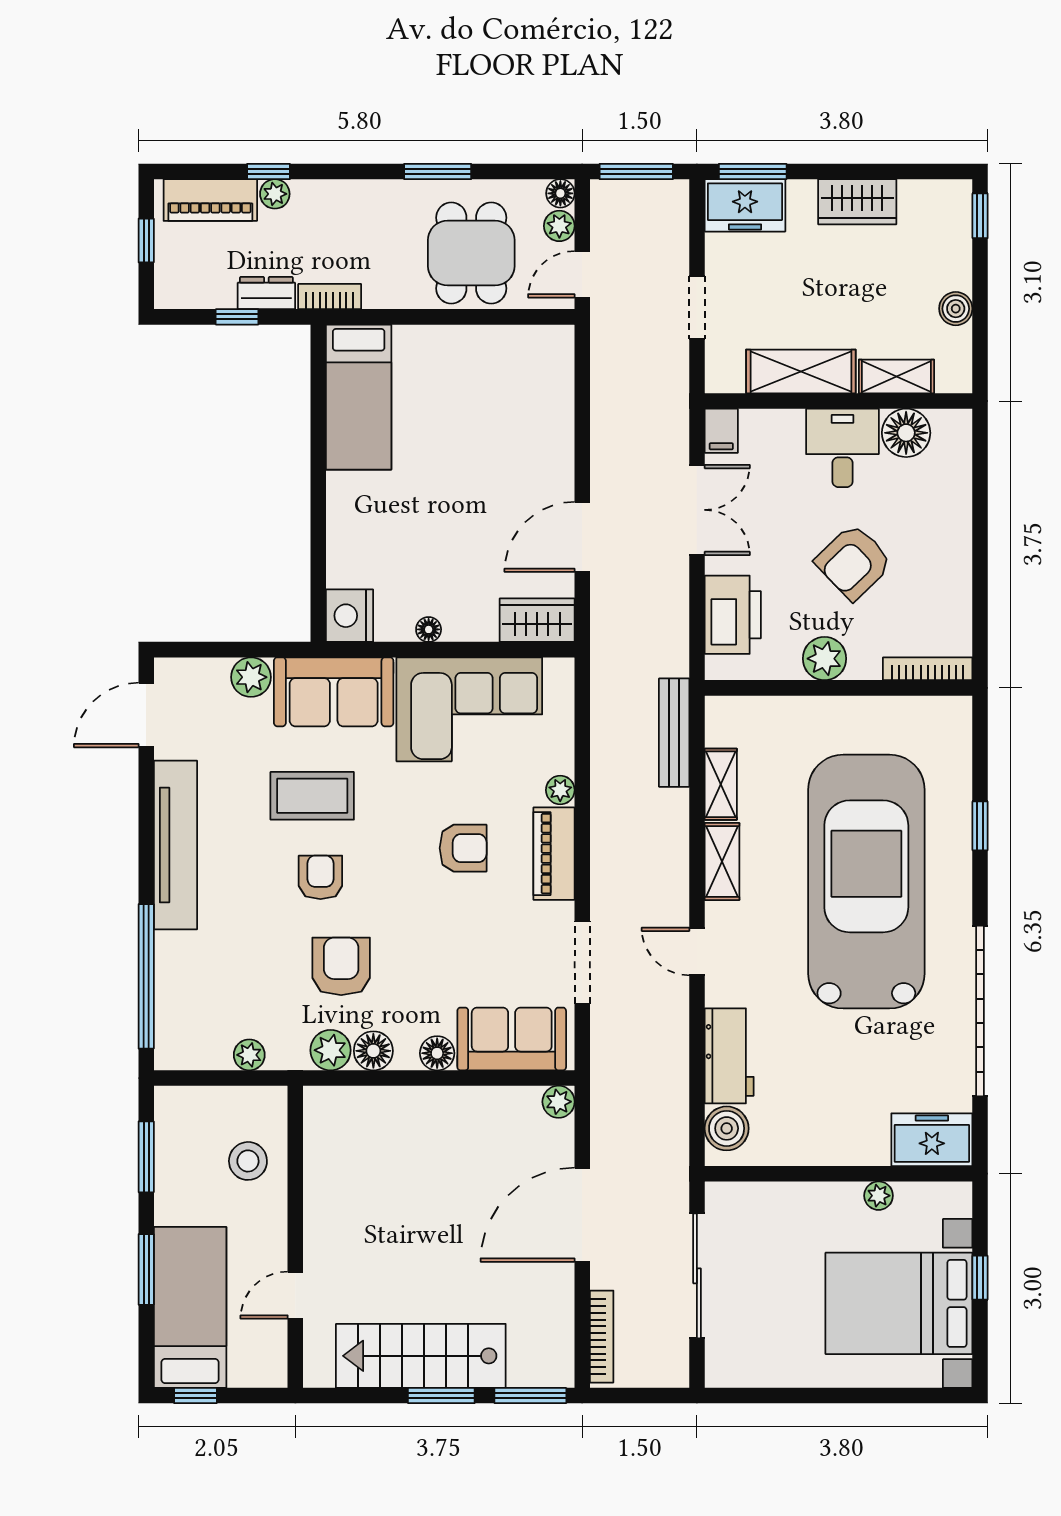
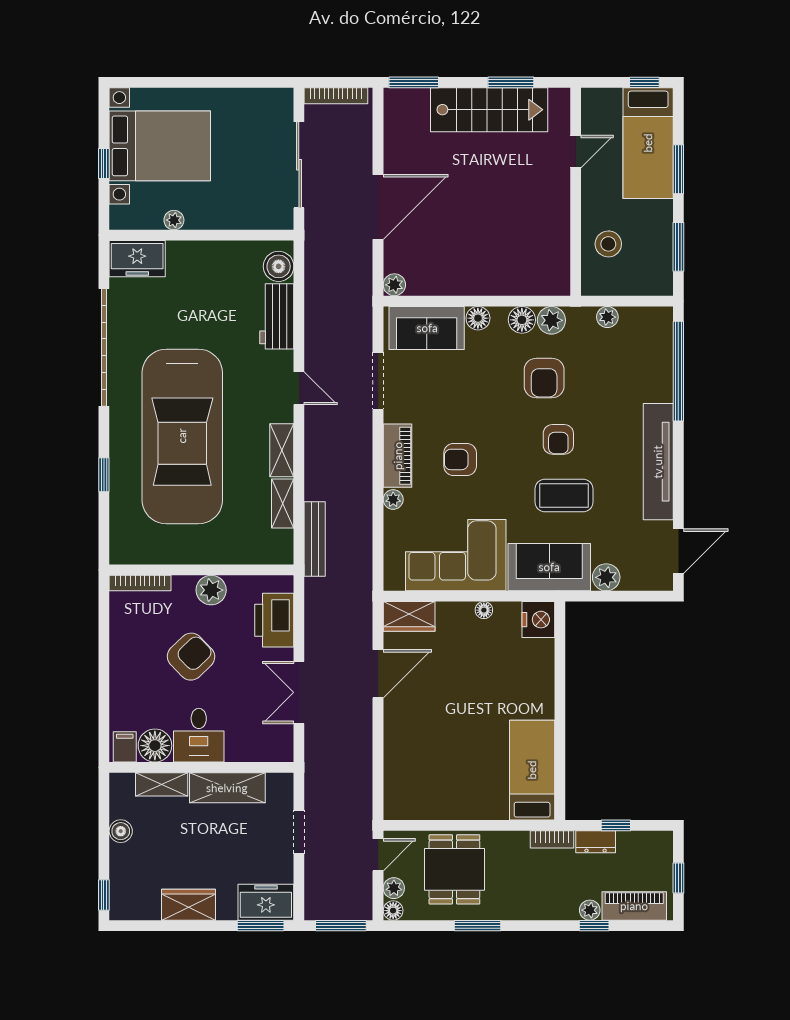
filing cabinet: (721, 431) -> (125, 747), moved
bookcase: (602, 1337) -> (336, 96), moved, turned -90
window: (441, 1396) -> (511, 82), moved

